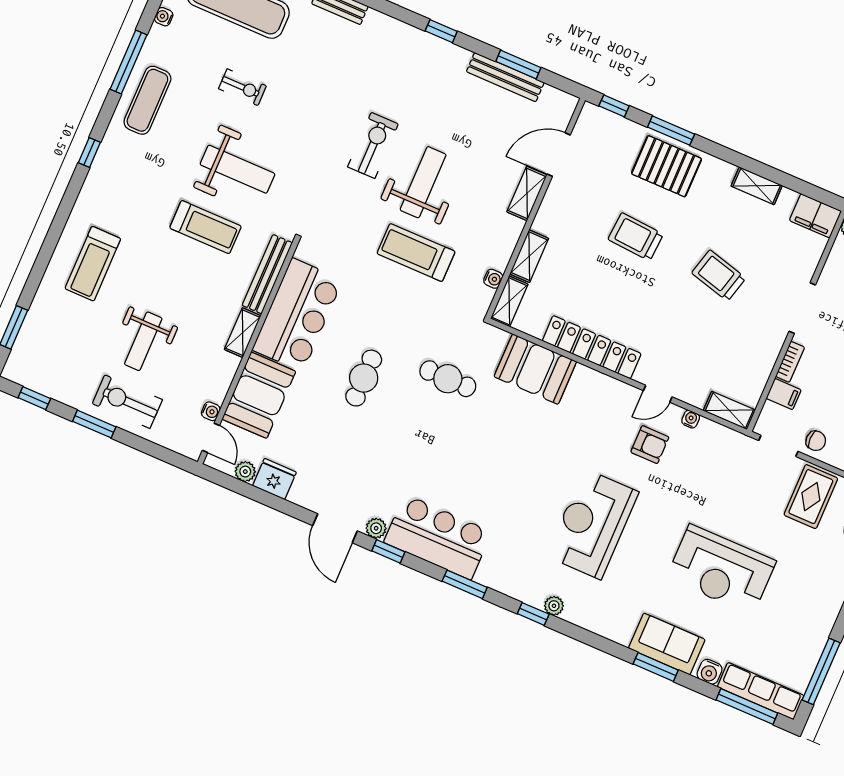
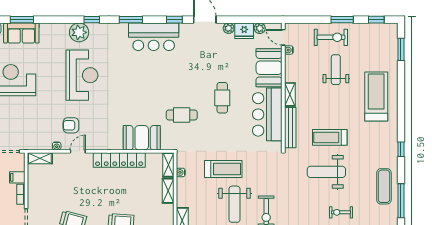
treadmill: (93, 264) -> (376, 96), width x1.37, depth x1.38
plant: (376, 528) -> (229, 28), moved
plant: (554, 606) -> (79, 32), width x1.88, depth x1.88

